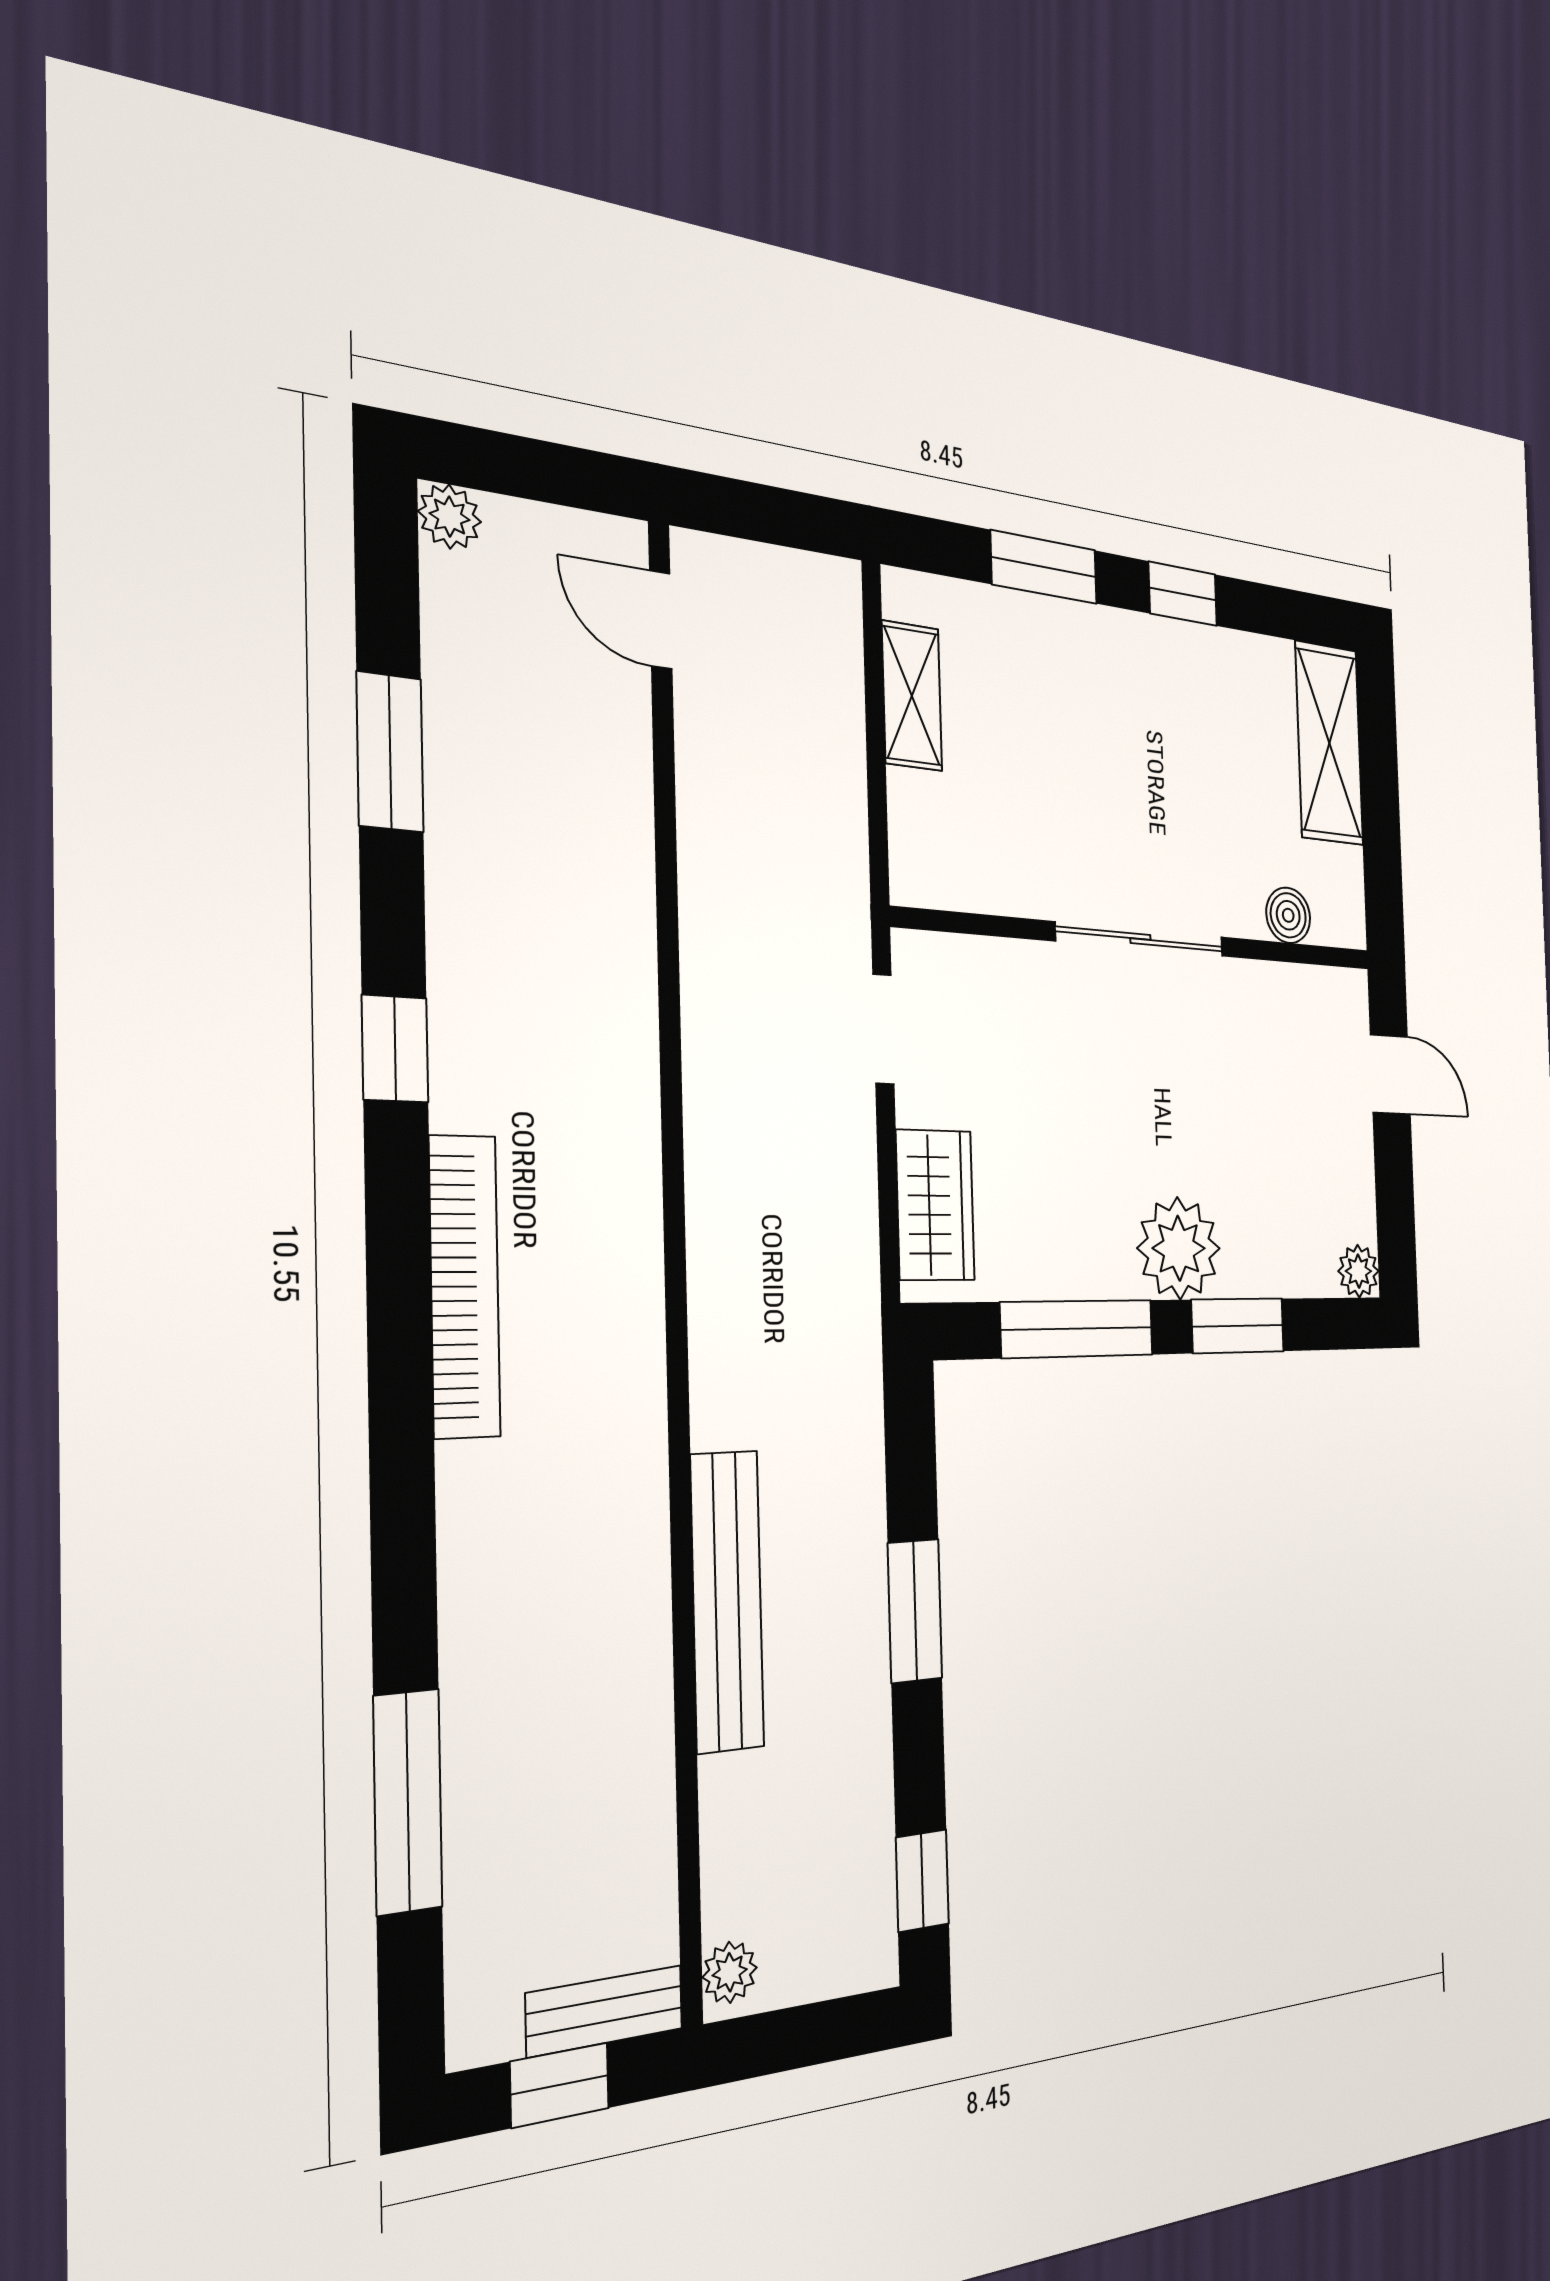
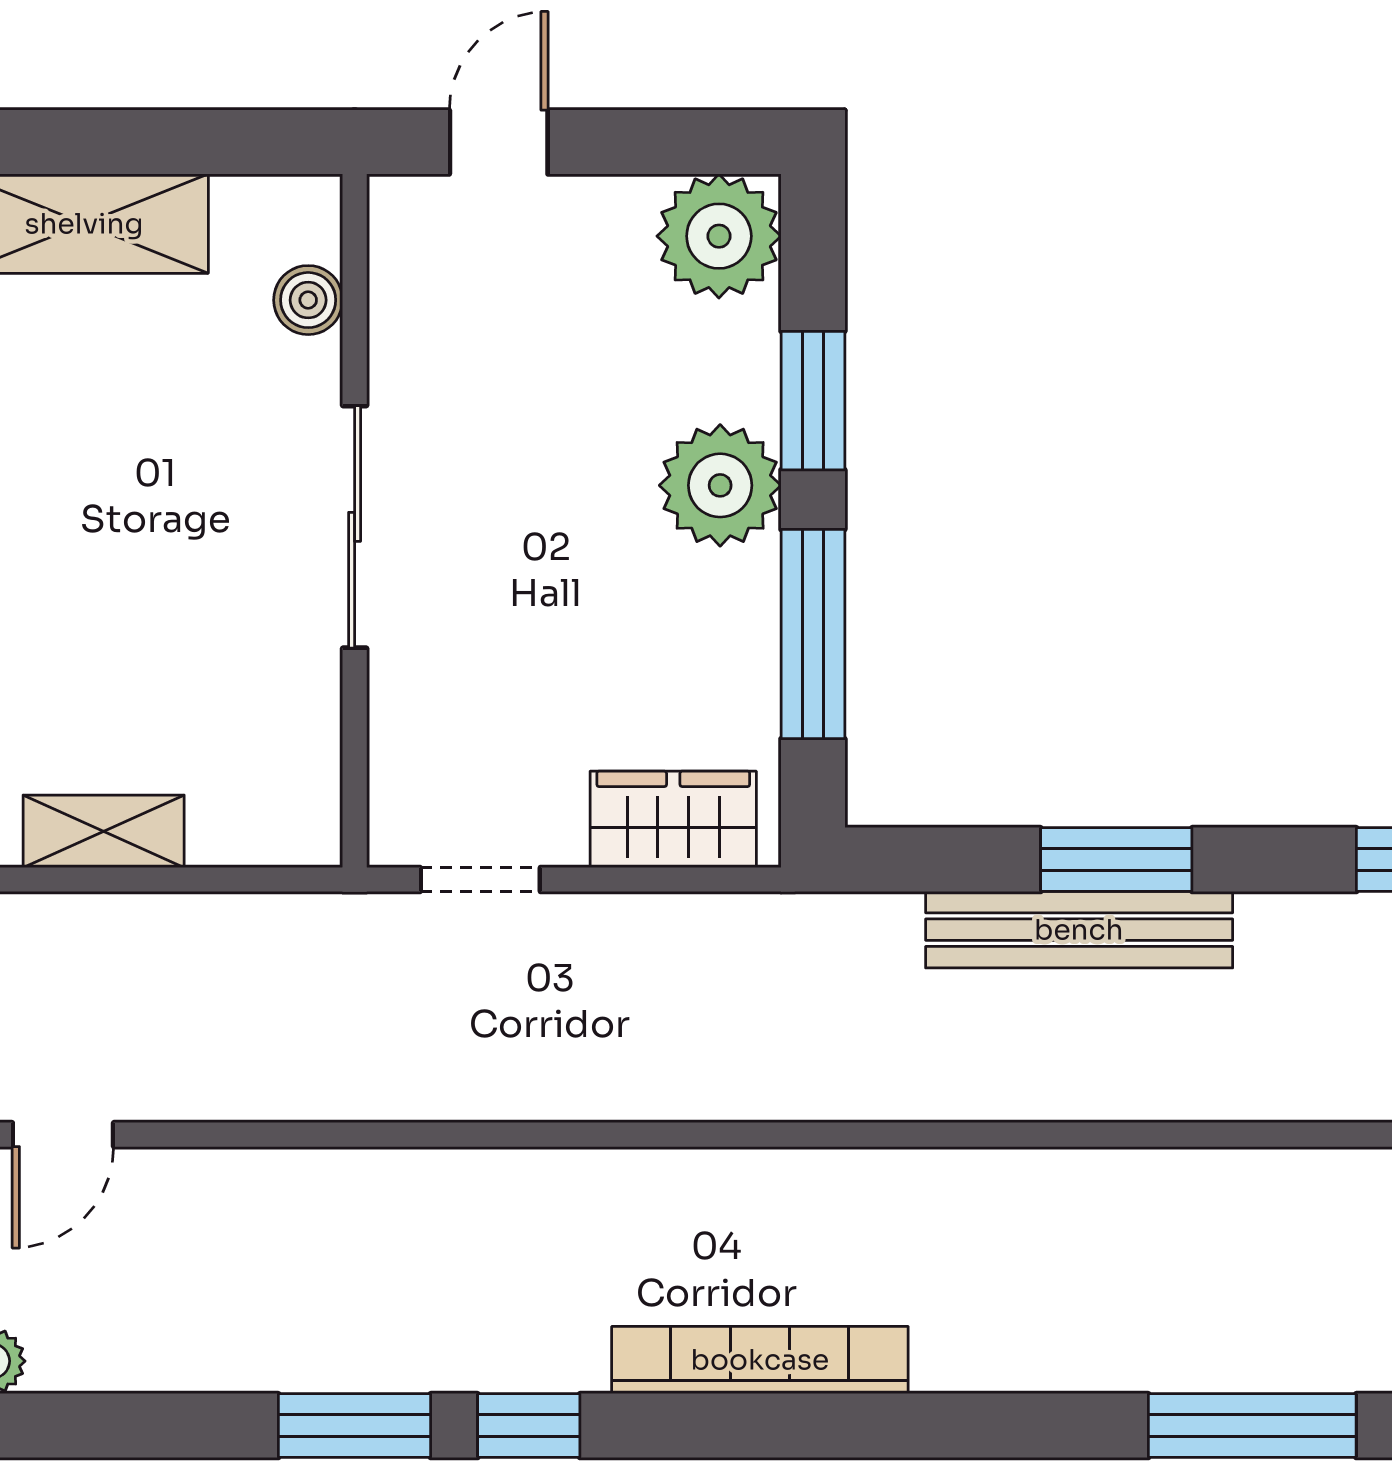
window: (390, 752) -> (355, 1426), moved
plant: (1358, 1271) -> (719, 236), width x1.88, depth x1.88
bench: (727, 1601) -> (1079, 930), moved

